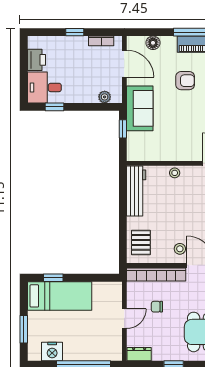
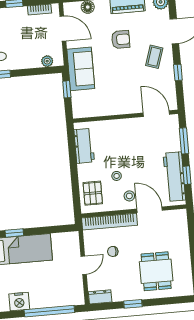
stool: (175, 173) -> (117, 176), moved
workbench: (136, 191) -> (84, 146), width x0.73

